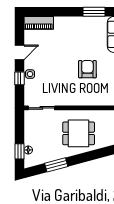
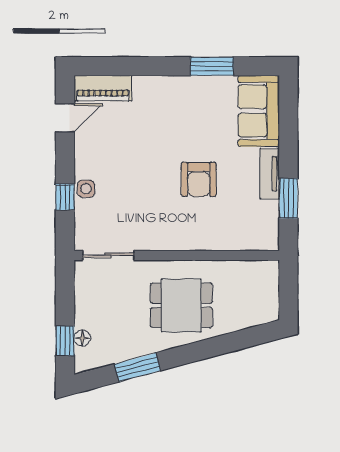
door: (19, 52) -> (65, 118), moved
armchair: (87, 69) -> (199, 179), turned 180

